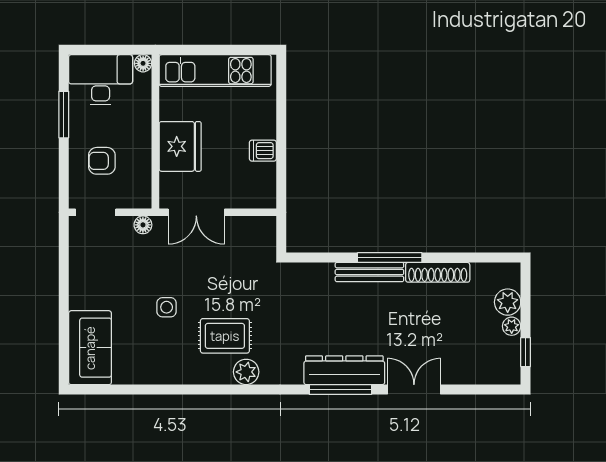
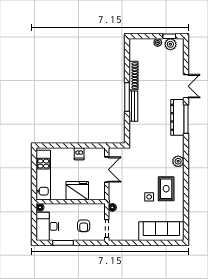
double door: (196, 212) -> (107, 170), moved
plant: (508, 302) -> (170, 44), moved
rug: (225, 336) -> (166, 189), moved
sofa: (90, 348) -> (161, 231), width x1.36
double door: (414, 389) -> (186, 86), swing flipped

